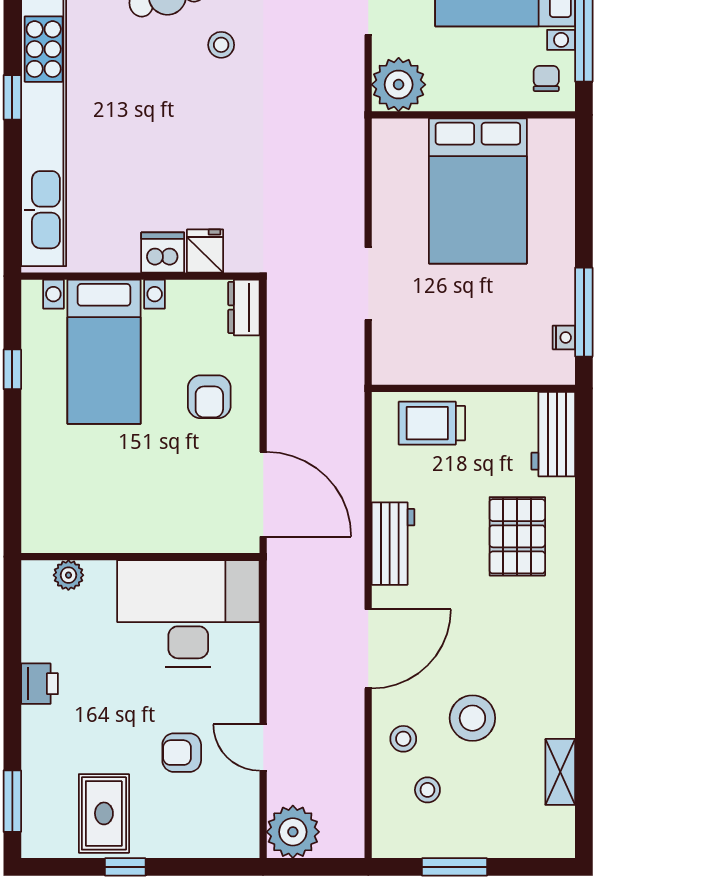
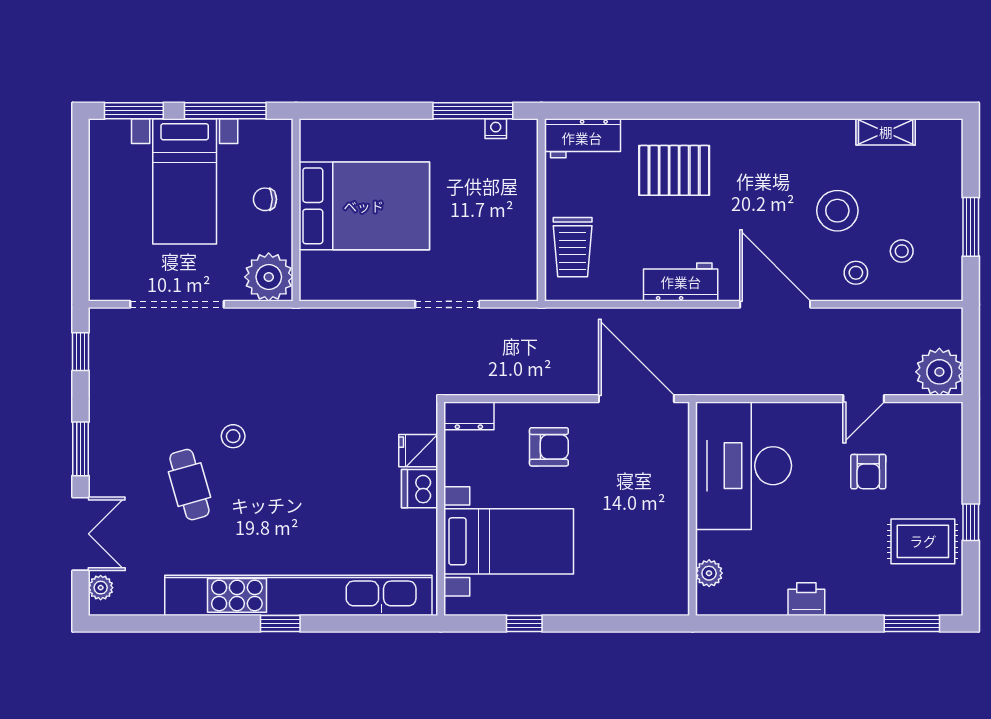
chair: (546, 78) -> (265, 199), moved
door: (263, 494) -> (636, 399), hinge flipped

